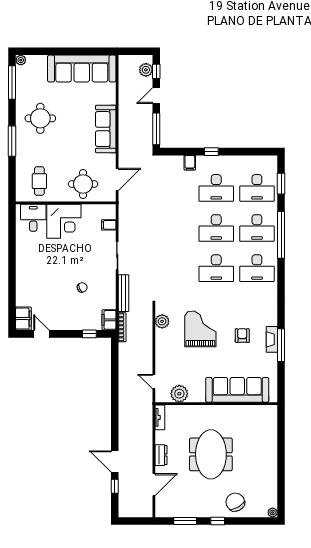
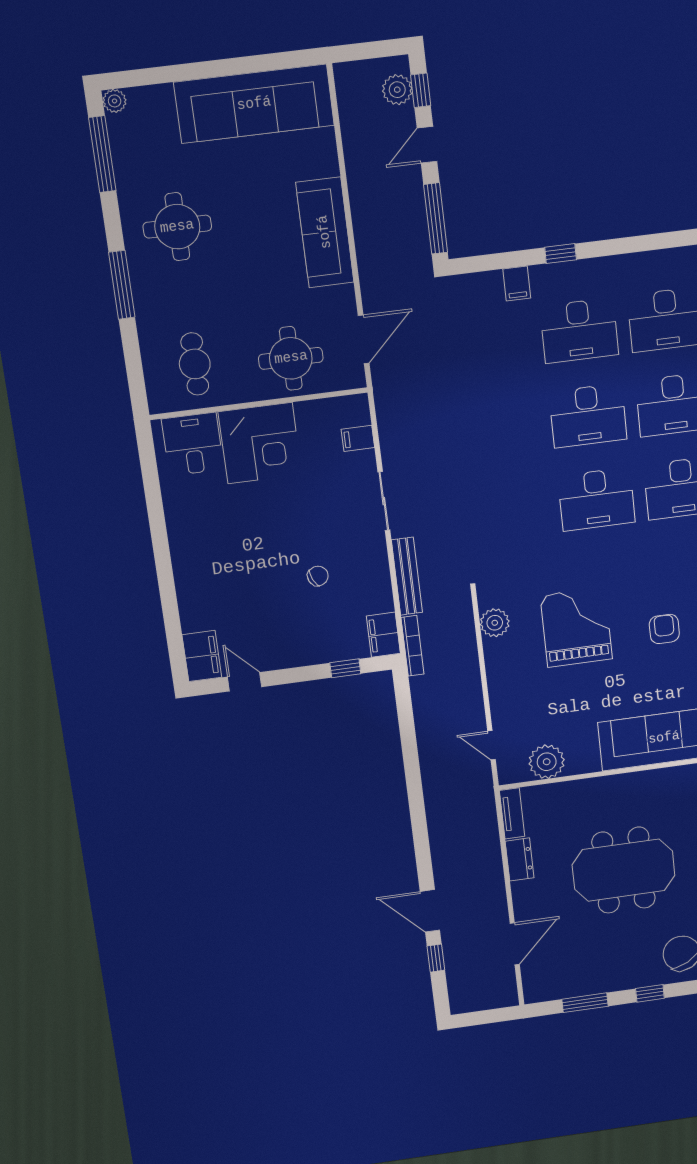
meeting table: (211, 454) -> (624, 870), turned 90
dresser: (161, 455) -> (520, 860), moved

